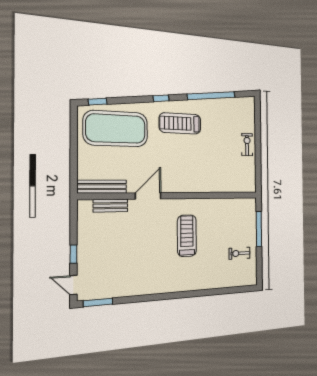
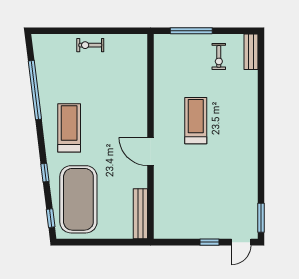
window: (161, 98) -> (45, 173), moved
treadmill: (180, 123) -> (69, 128), turned 180
door: (148, 196) -> (151, 151), moved
bench: (110, 206) -> (251, 52), moved
treadmill: (187, 236) -> (196, 121), turned 90

